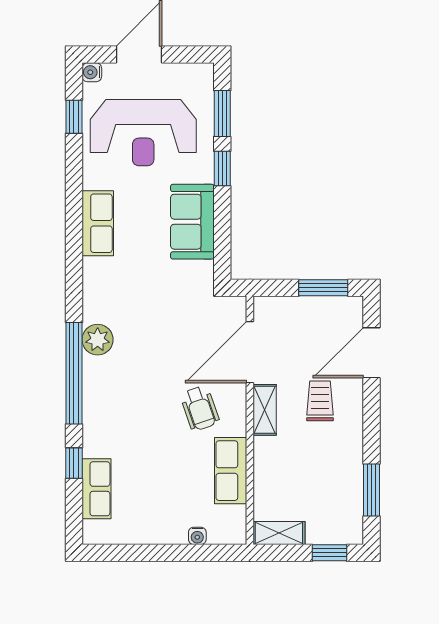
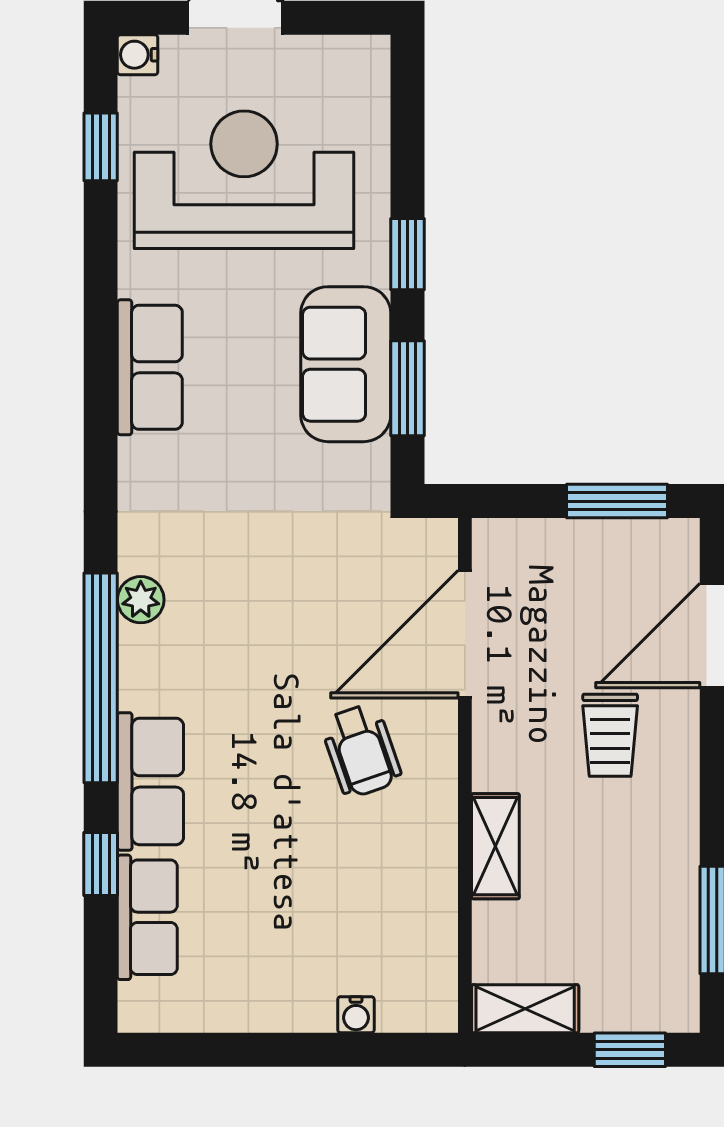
window: (222, 114) -> (407, 388), moved
reception desk: (143, 133) -> (244, 180), turned 180
plant: (98, 340) -> (141, 600), width x0.73, depth x0.73
trolley: (320, 401) -> (610, 735), turned 180
shelving: (265, 410) -> (495, 846), moved
row of seats: (231, 471) -> (150, 781), moved, turned 180

